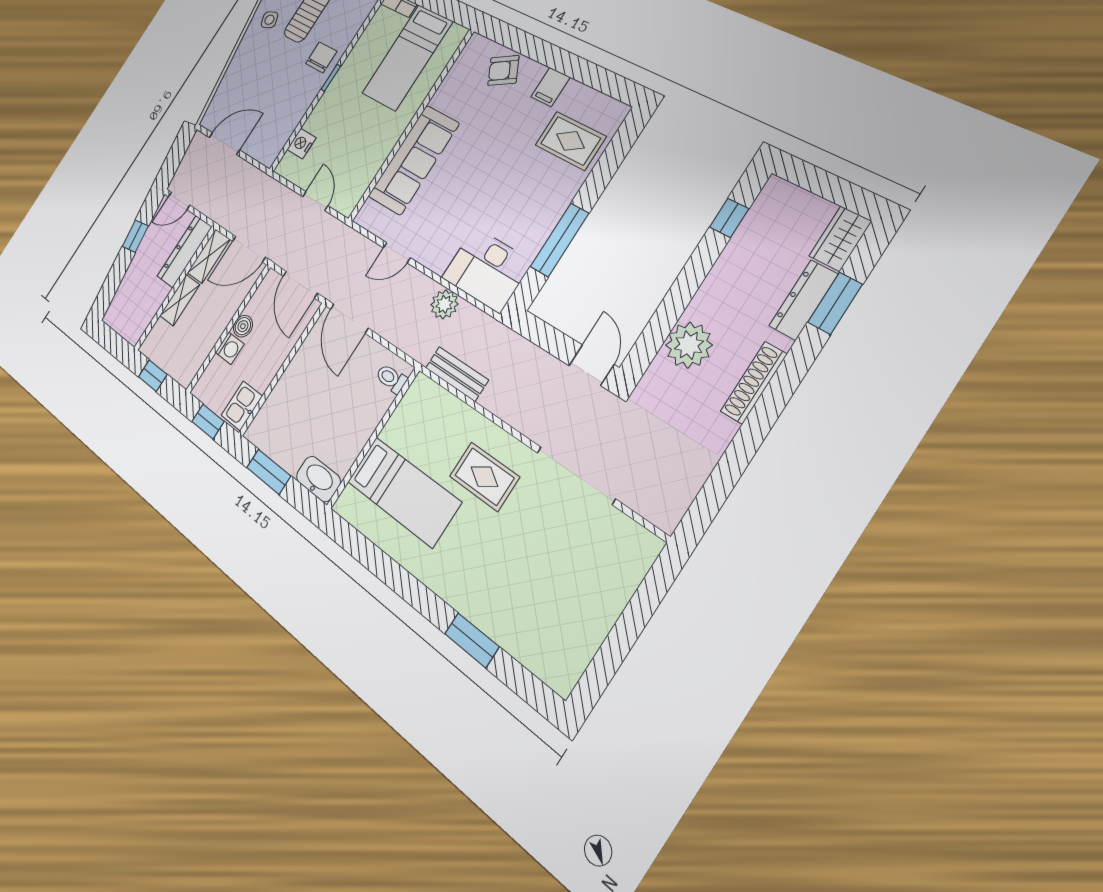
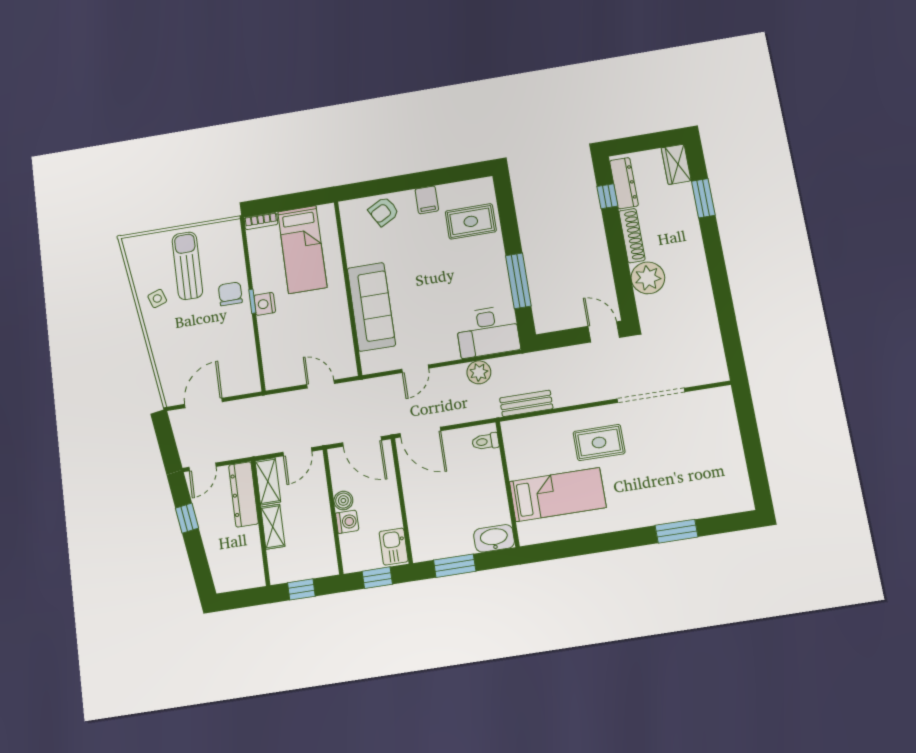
nightstand: (302, 144) -> (265, 304), moved
door: (249, 249) -> (297, 452), width x0.73
dresser: (803, 300) -> (624, 183), moved, turned 180
shoe rack: (754, 383) -> (632, 236), moved, turned 180

